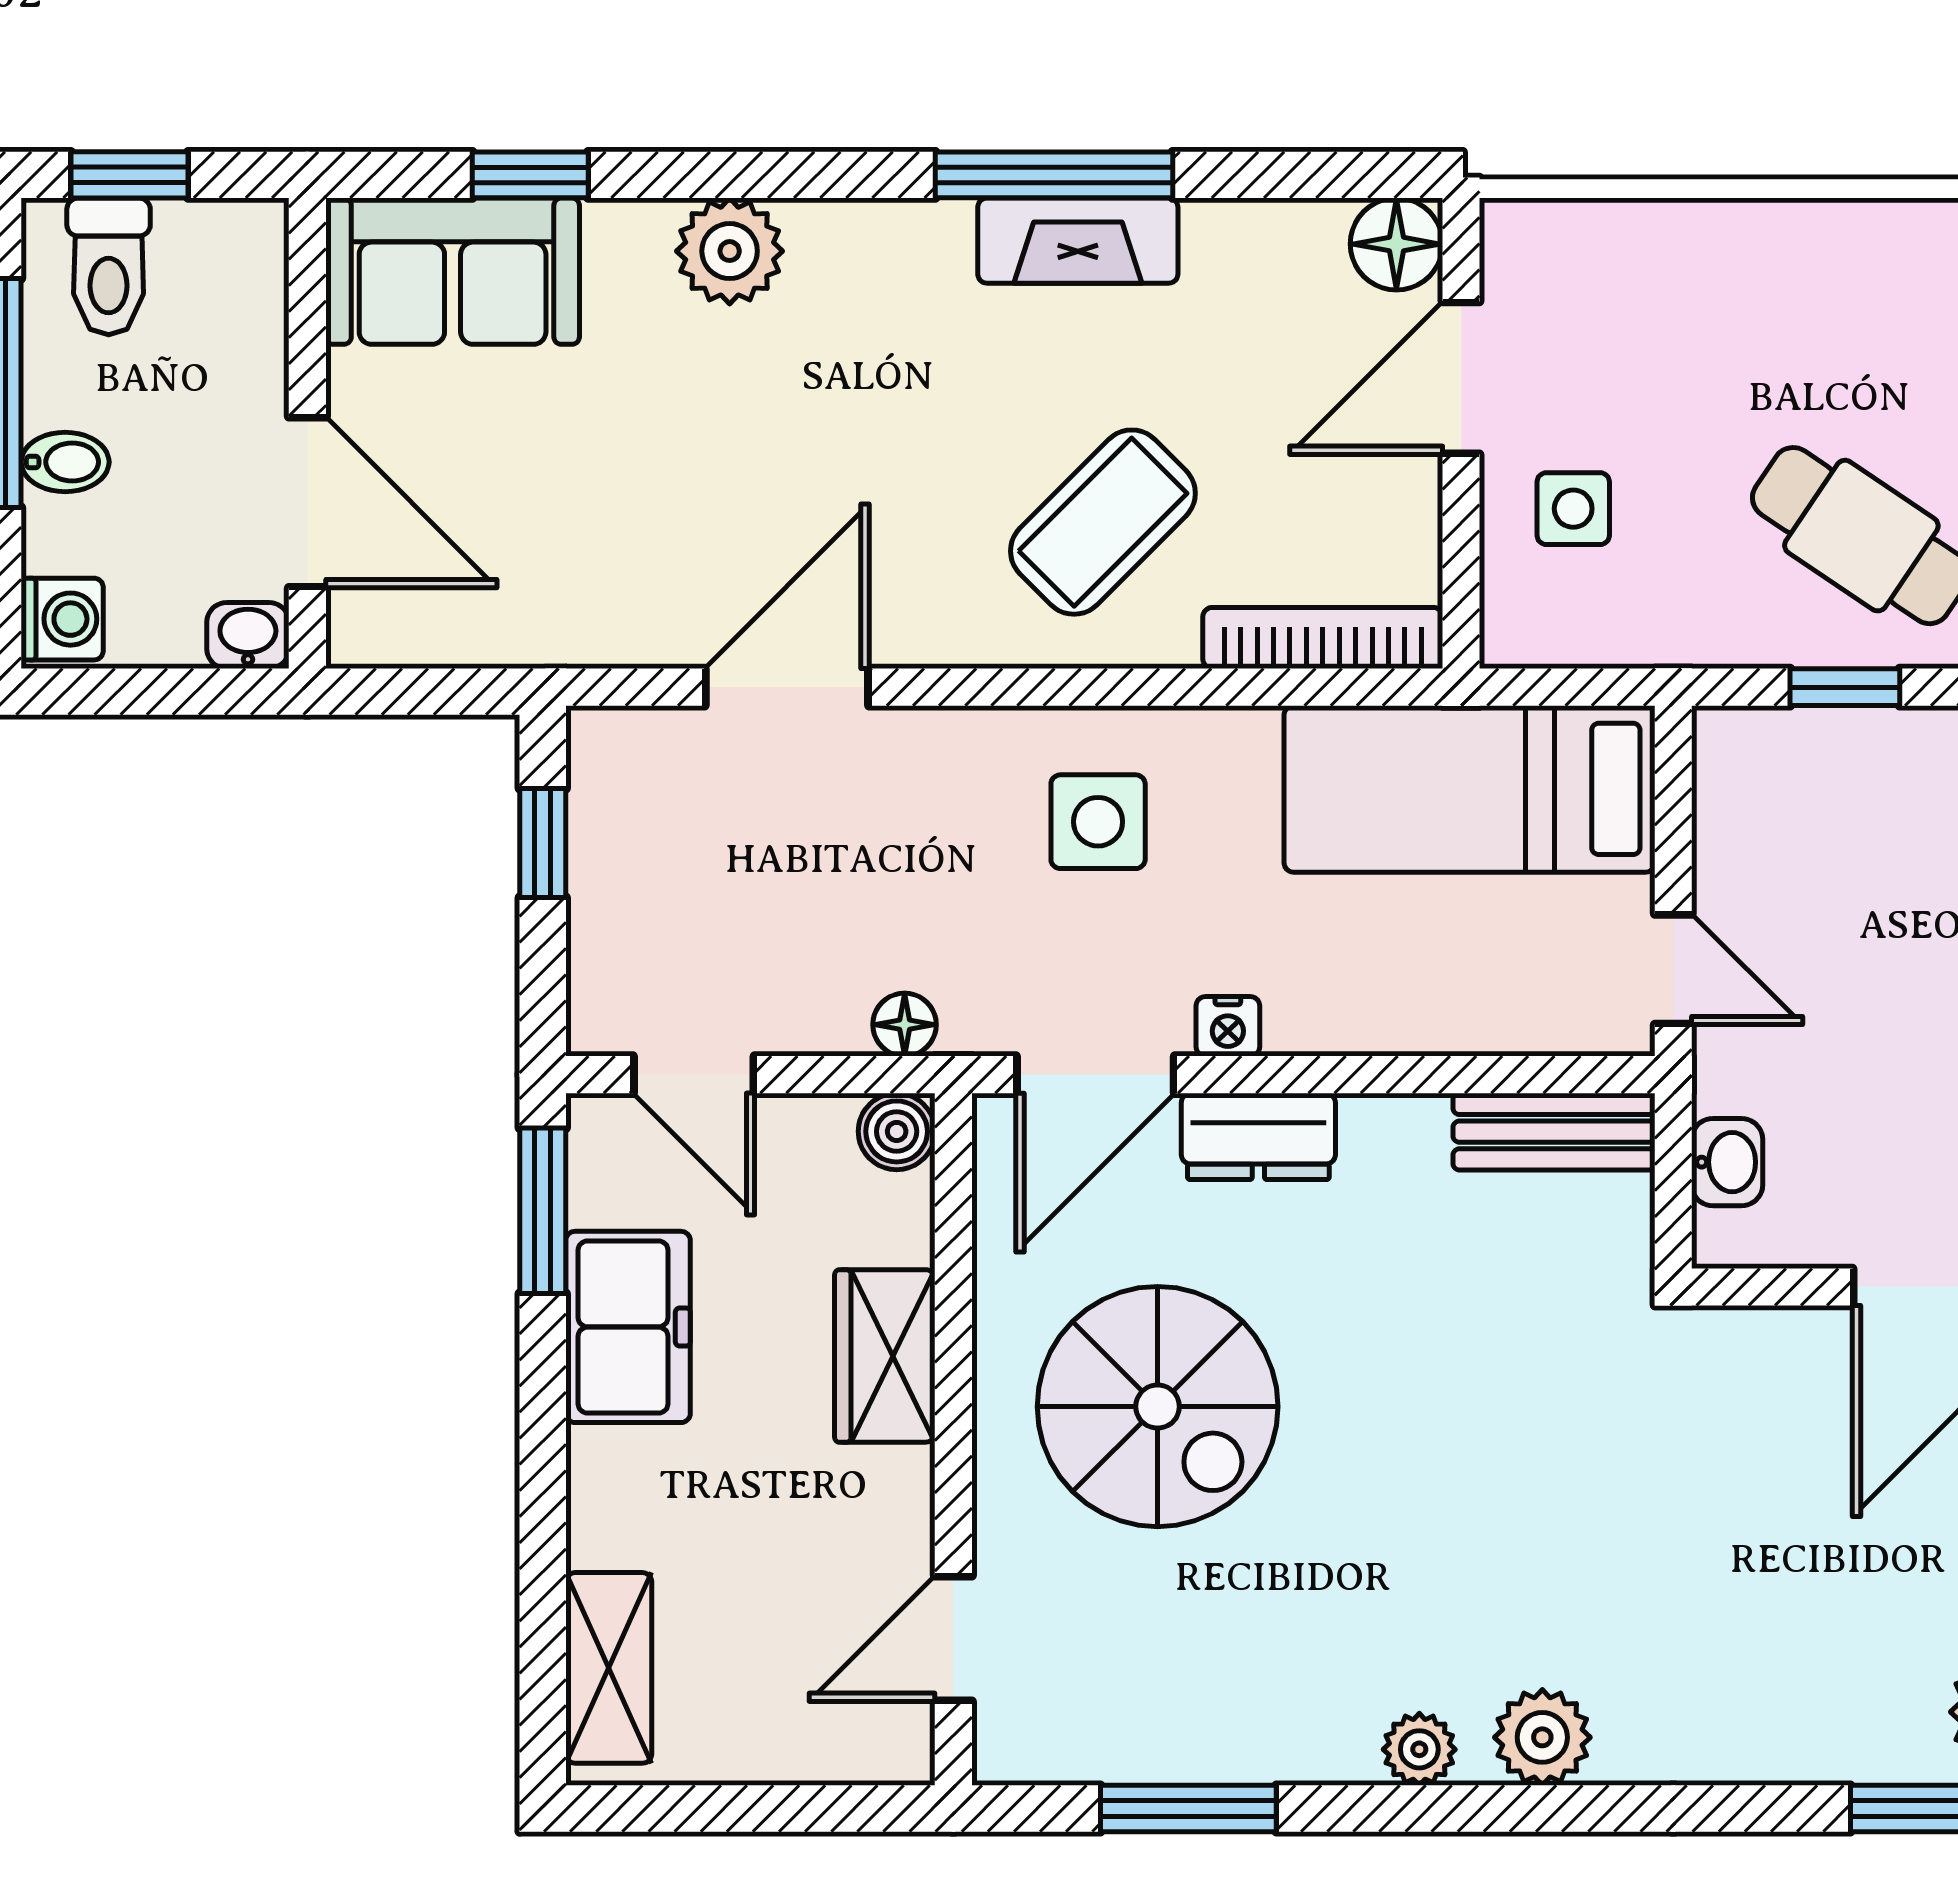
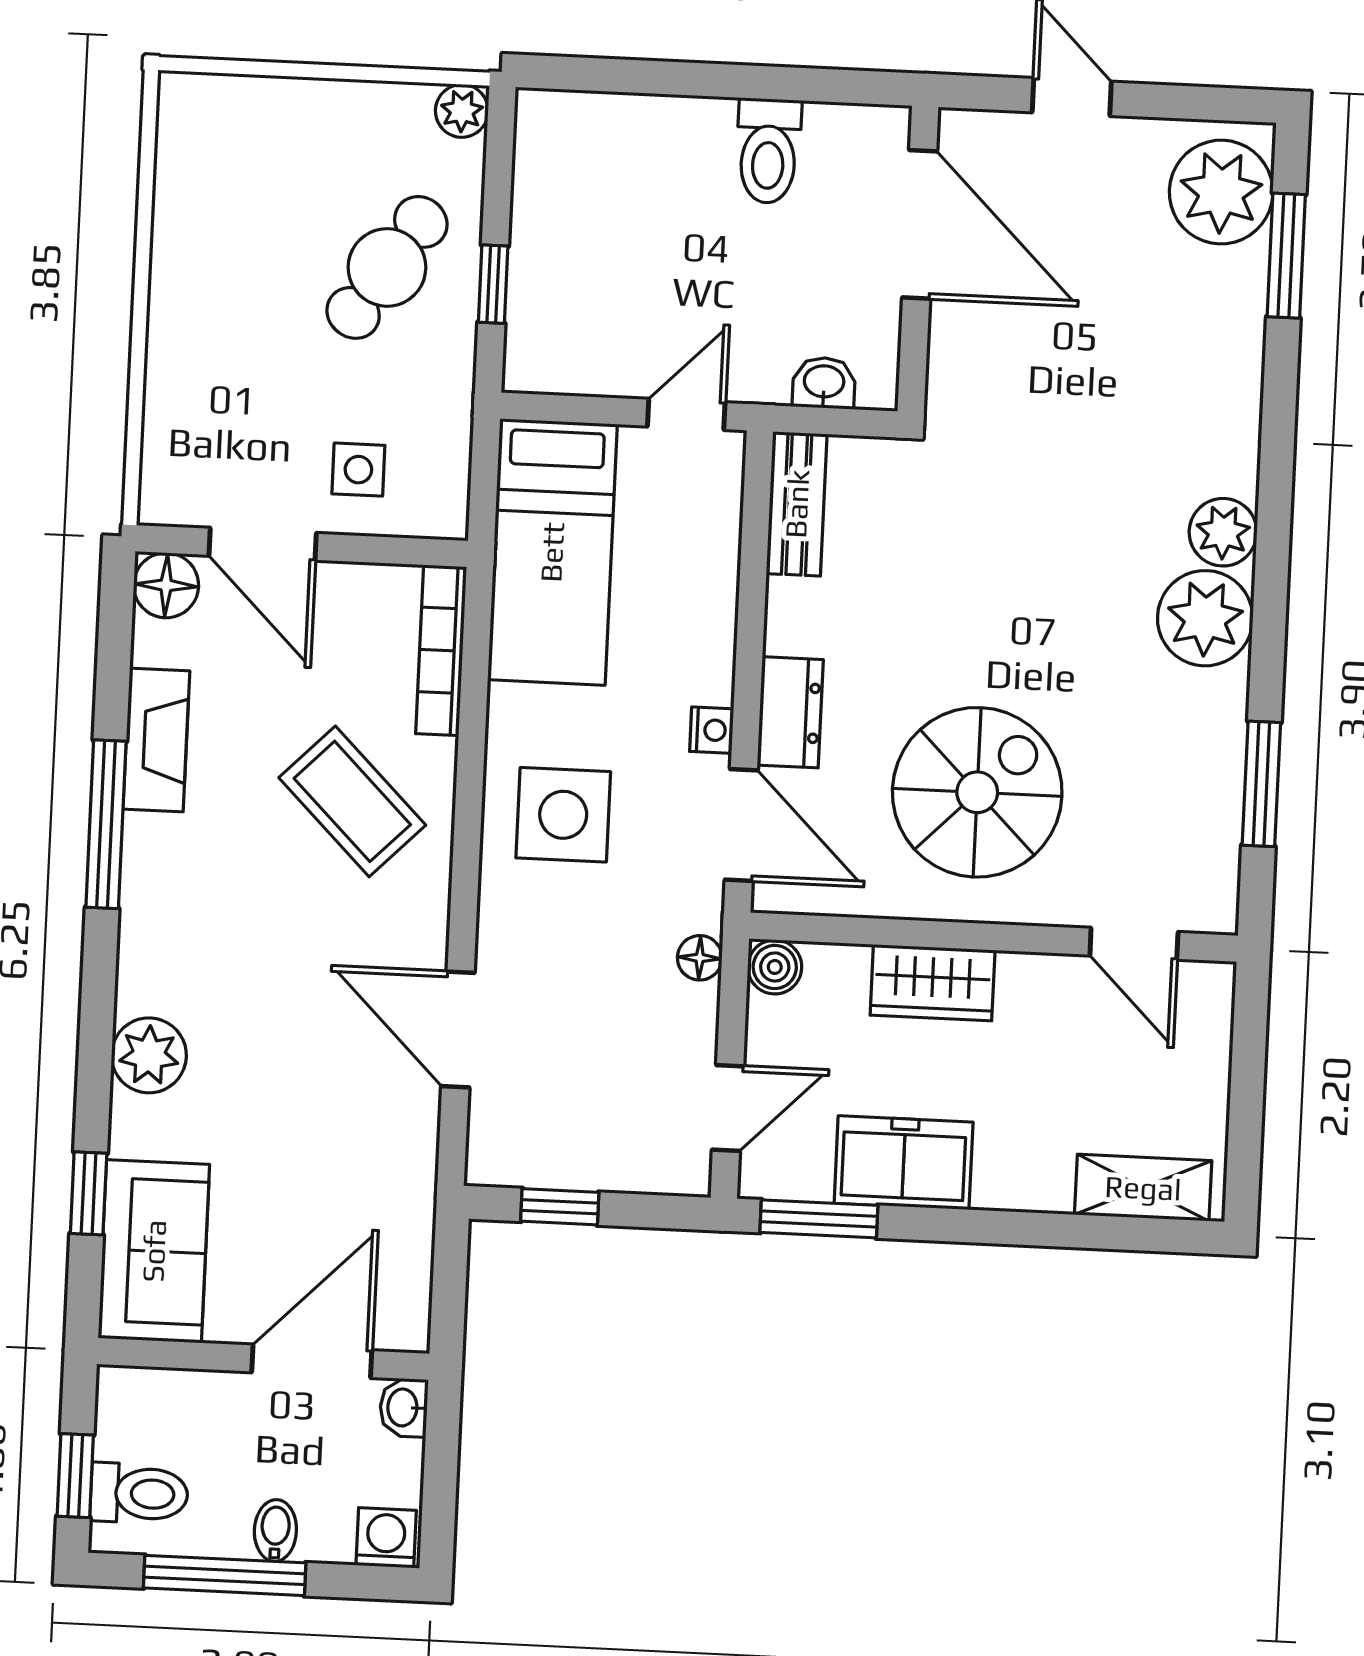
fireplace: (1078, 241) -> (156, 740), moved
side table: (1098, 822) -> (563, 815), width x1.37, depth x1.37
plant: (1419, 1749) -> (1205, 618), width x1.87, depth x1.87

